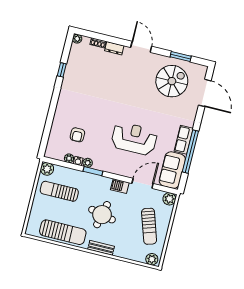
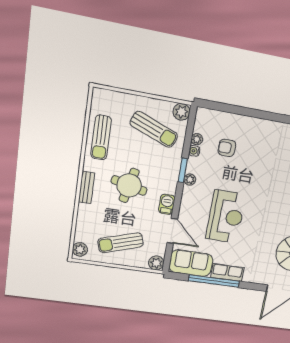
plant: (88, 163) -> (190, 180), moved
sun lounger: (59, 191) -> (154, 129), turned 111
sun lounger: (63, 232) -> (101, 138), width x0.73, depth x0.75

